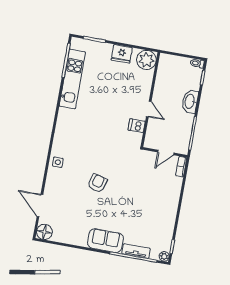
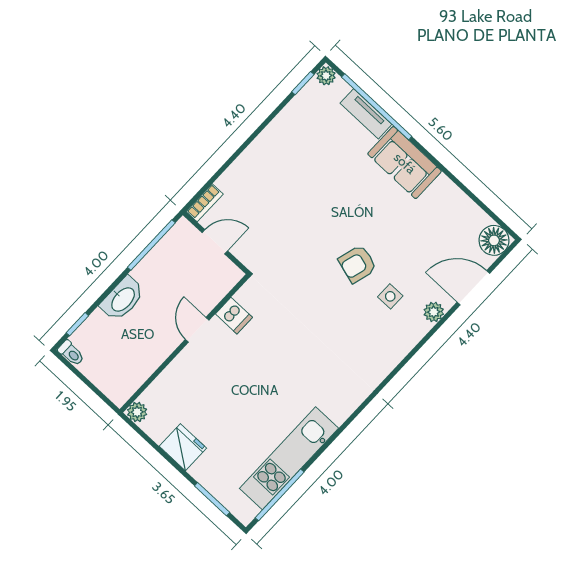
plant: (146, 60) -> (137, 412), width x0.53, depth x0.53
side table: (58, 162) -> (390, 296), moved
plant: (50, 184) -> (434, 312), added
door: (40, 205) -> (473, 288), swing flipped

